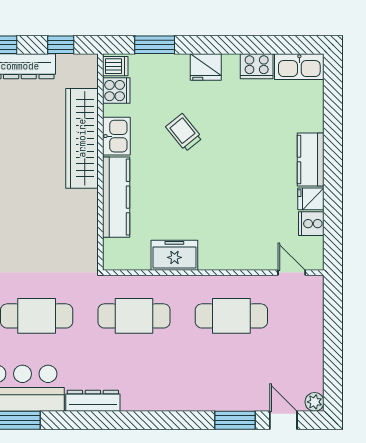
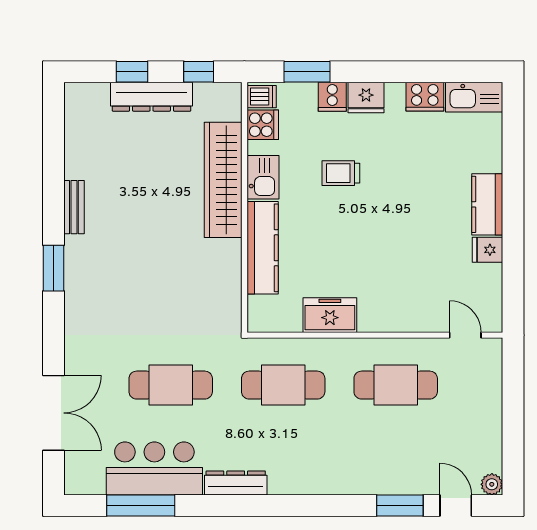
trolley: (184, 132) -> (341, 173), turned -51
cooker: (311, 224) -> (332, 97), moved, turned -90

